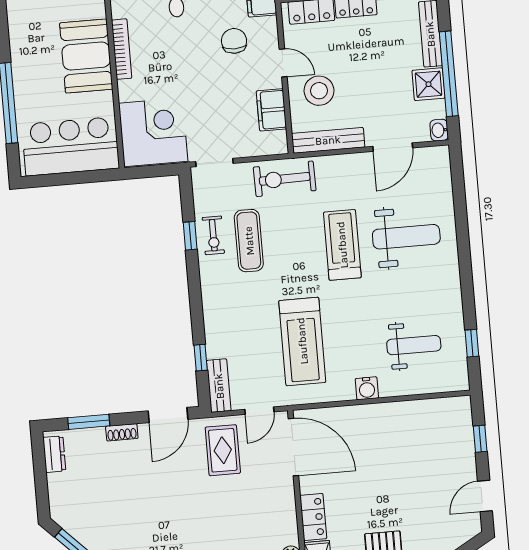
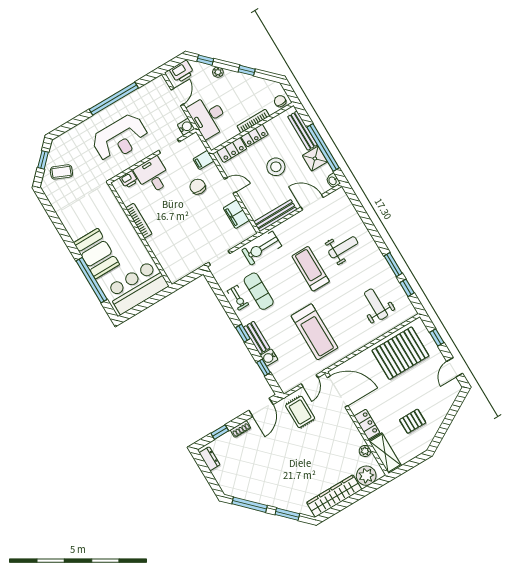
booth: (86, 56) -> (96, 254), moved
stool: (319, 91) -> (276, 167), moved
corner desk: (153, 132) -> (178, 258), removed
door: (393, 147) -> (312, 202), swing flipped
window: (190, 236) -> (243, 333), moved
weight bench: (406, 237) -> (343, 247), width x0.73, depth x0.75
window: (468, 299) -> (393, 265), added
weight bench: (414, 345) -> (376, 304), turned -90
bench: (219, 386) -> (257, 338), moved
water cooler: (367, 388) -> (269, 357), moved, turned 90
window: (89, 422) -> (220, 432), width x0.67
pallet: (415, 436) -> (400, 353), added

